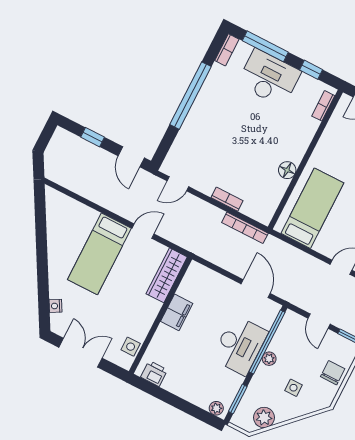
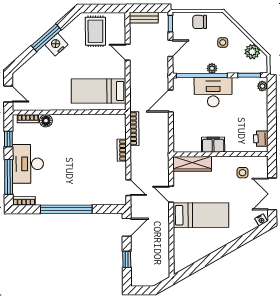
floor lamp: (287, 170) -> (46, 121), moved
nightstand: (55, 306) -> (261, 220), moved
side table: (131, 347) -> (243, 173), moved

